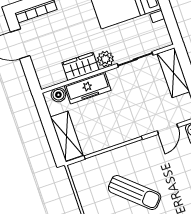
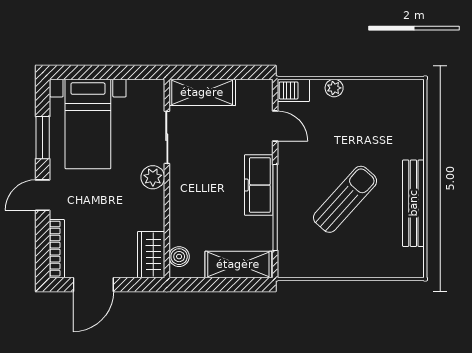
wardrobe: (80, 66) -> (151, 255), moved
freezer: (88, 88) -> (259, 185), moved, turned 180

